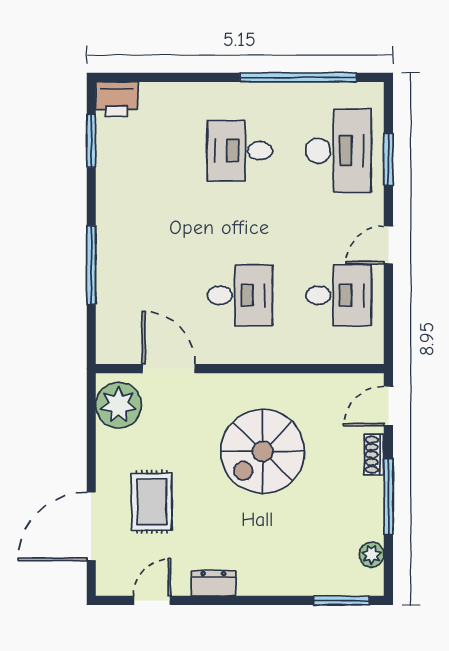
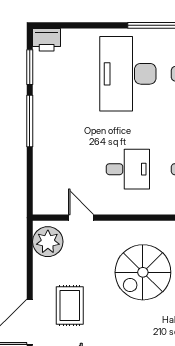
desk: (240, 151) -> (128, 74), width x1.87, depth x1.30
window: (91, 265) -> (30, 121), moved
door: (169, 369) -> (81, 218), width x0.73

